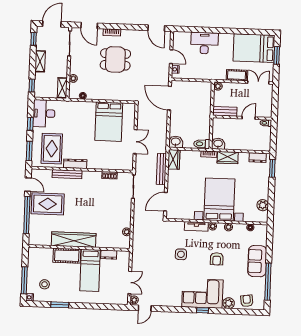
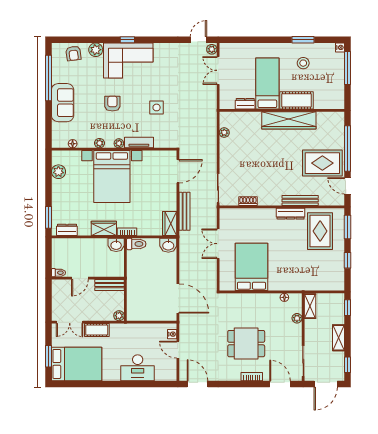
desk: (44, 113) -> (331, 274), removed
stool: (45, 284) -> (303, 63), moved

